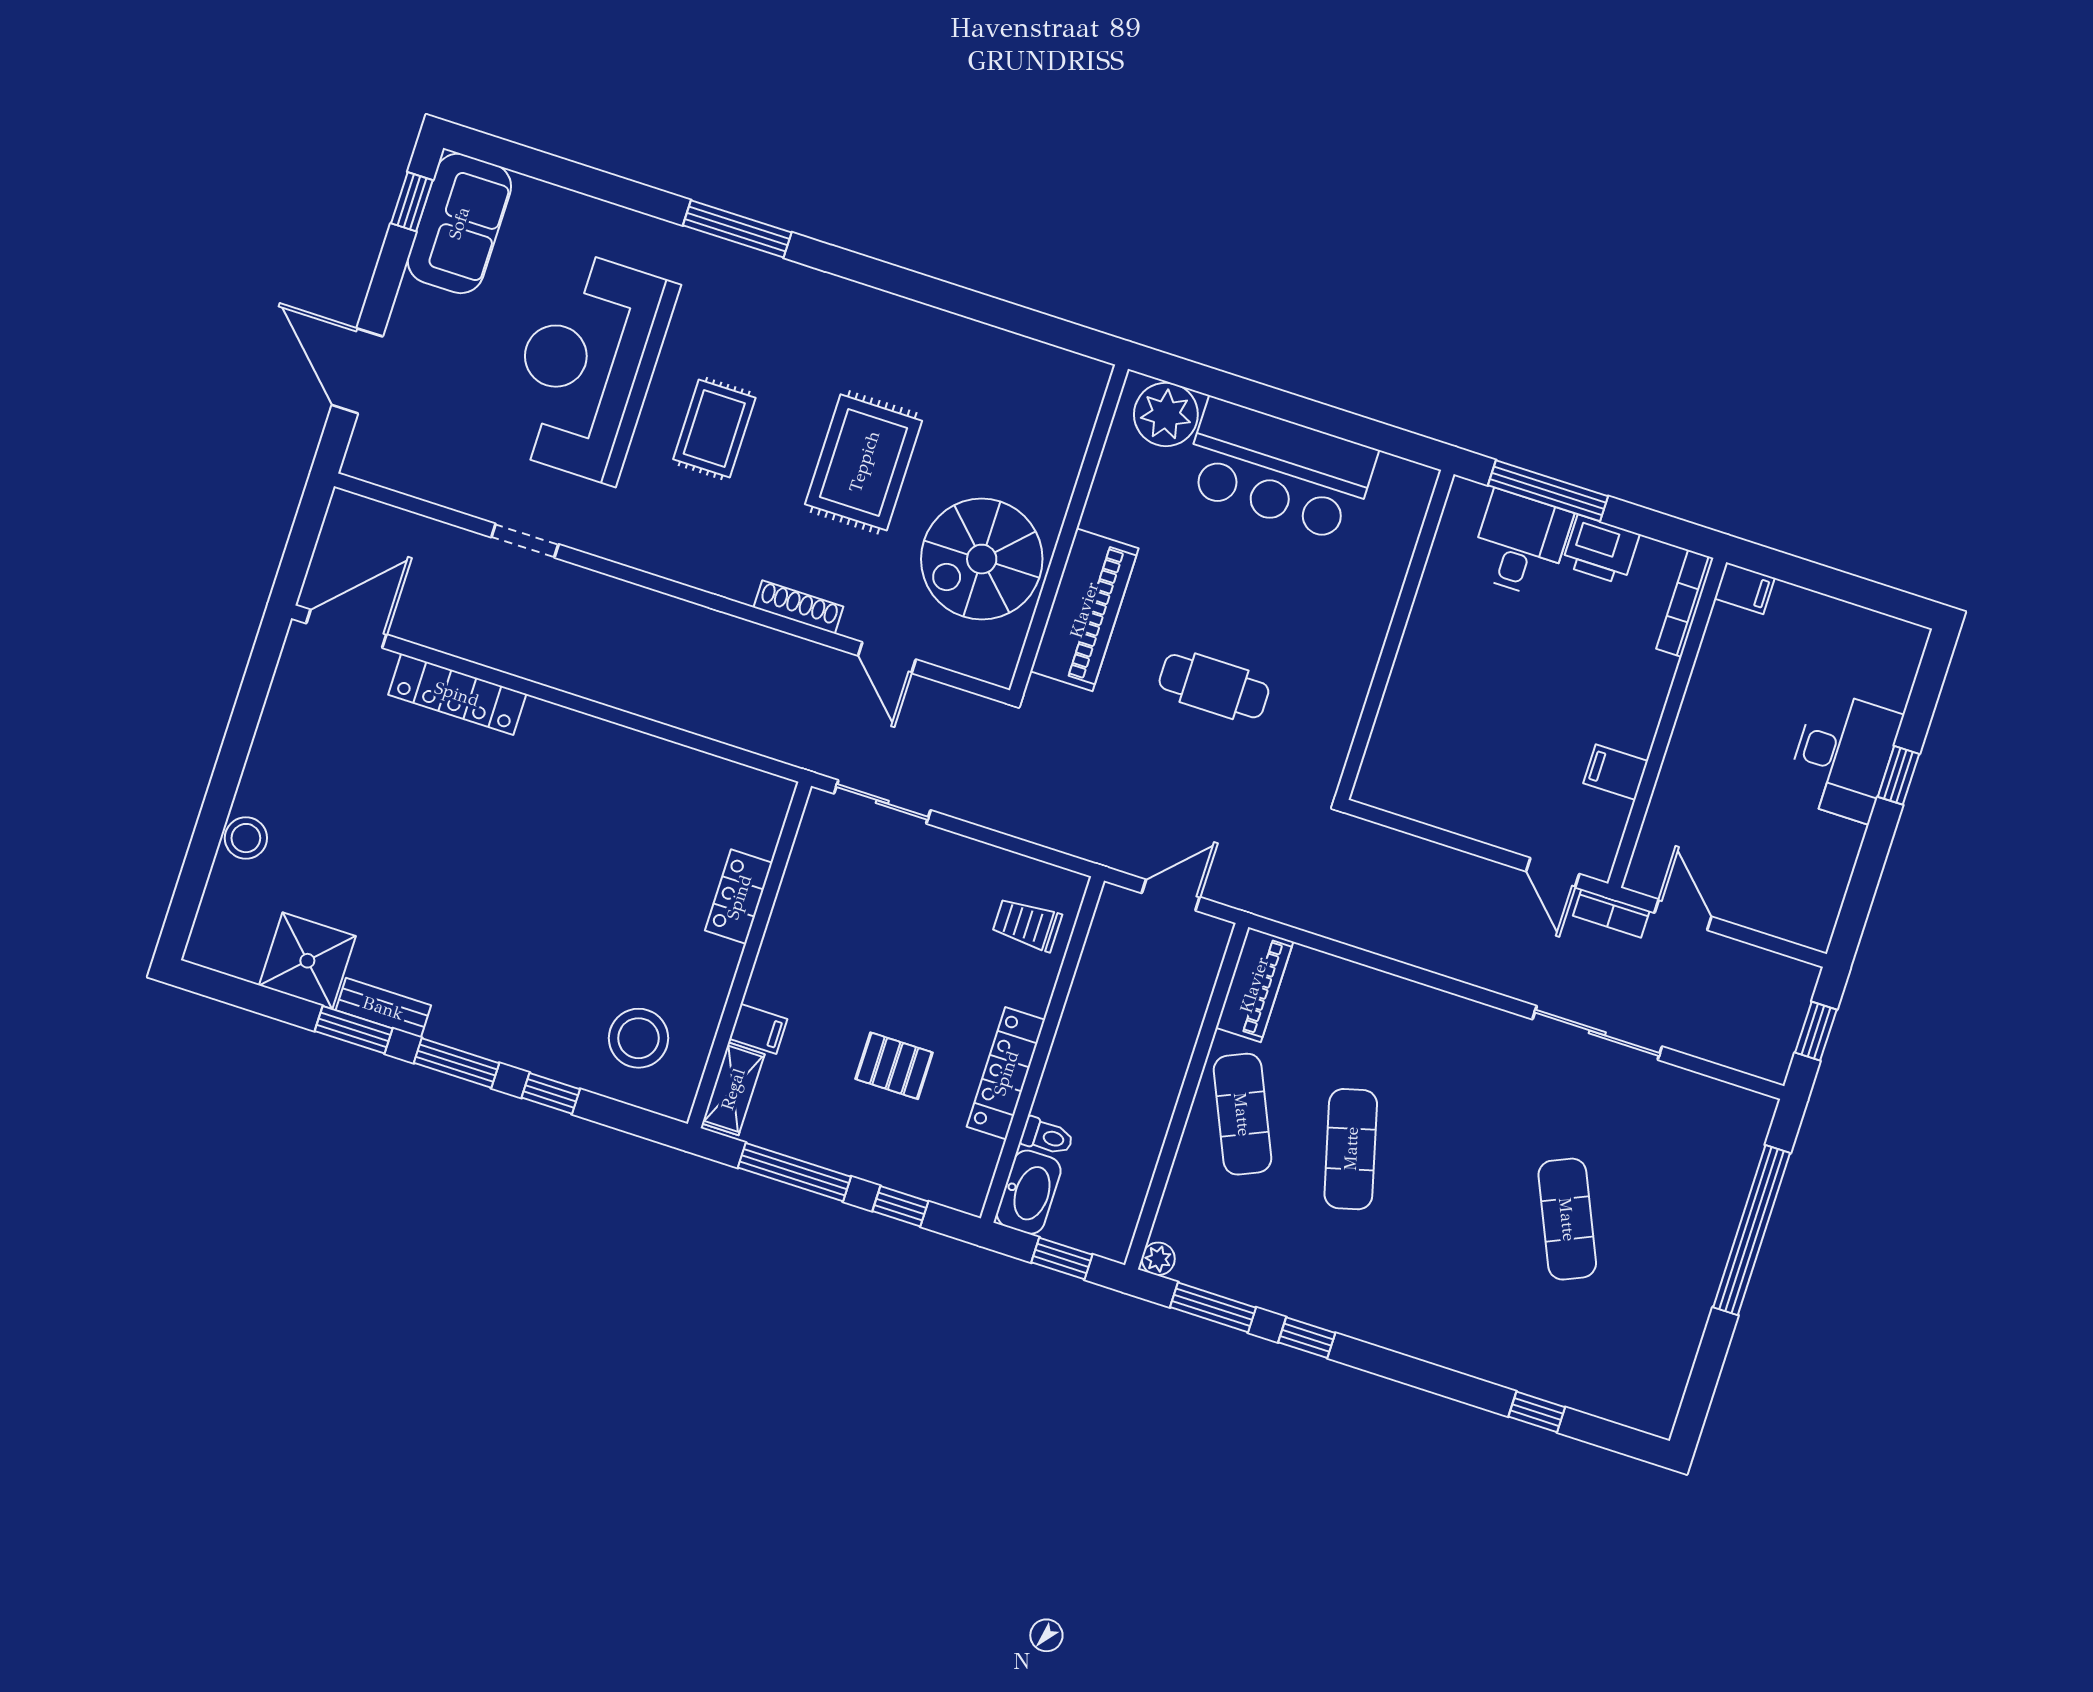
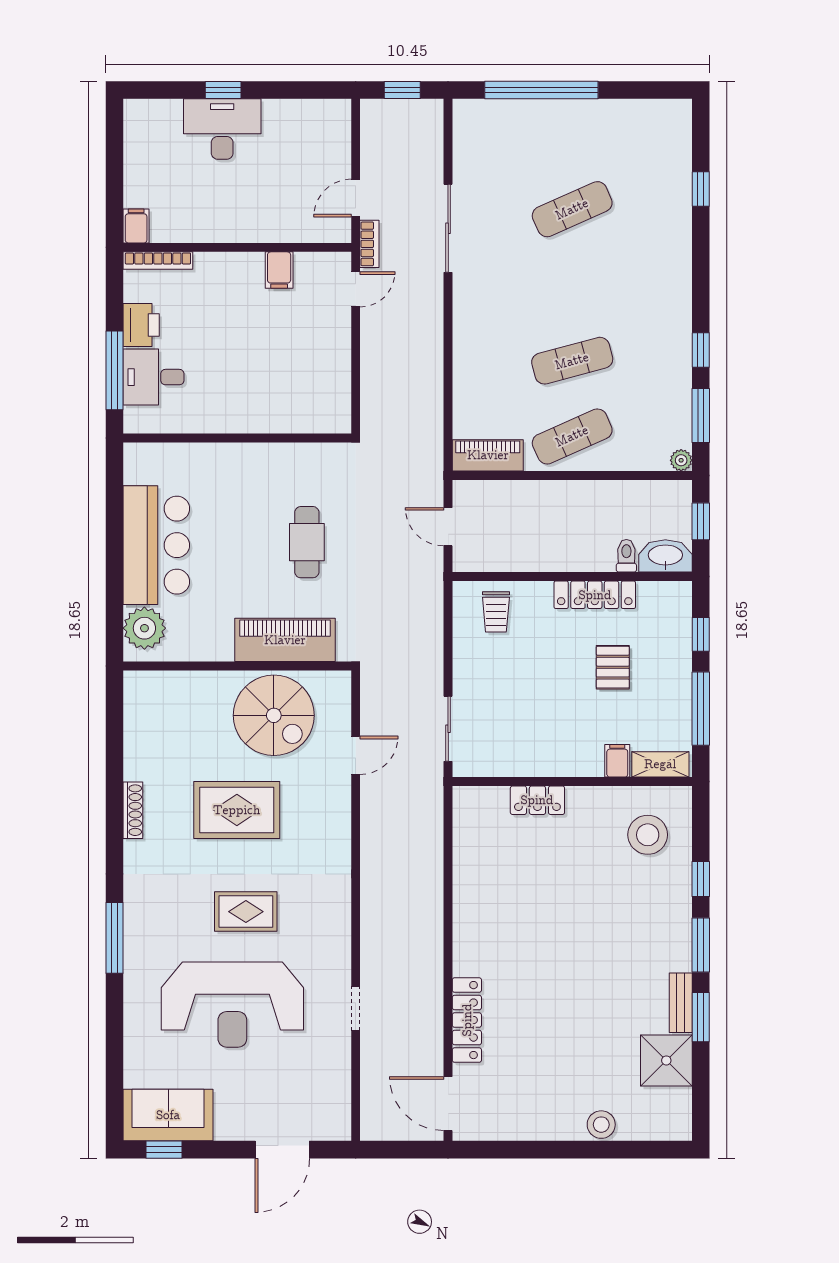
shoe rack: (798, 607) -> (133, 810), moved, turned 180

